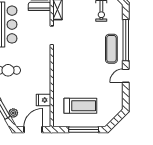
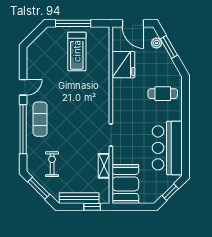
fridge: (44, 100) -> (123, 65), width x1.88, depth x1.34
treadmill: (80, 106) -> (77, 51), turned -90
door: (33, 130) -> (133, 23), hinge flipped

